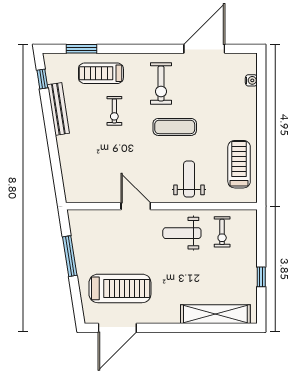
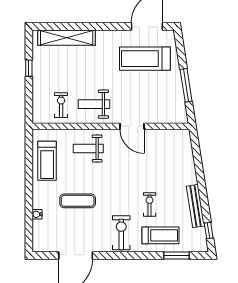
water cooler: (251, 80) -> (37, 214), moved
exercise bike: (161, 84) -> (121, 233), moved
exercise mat: (175, 127) -> (78, 201), moved
weight bench: (189, 179) -> (88, 149), turned 90
weight bench: (182, 233) -> (94, 104), turned 180

